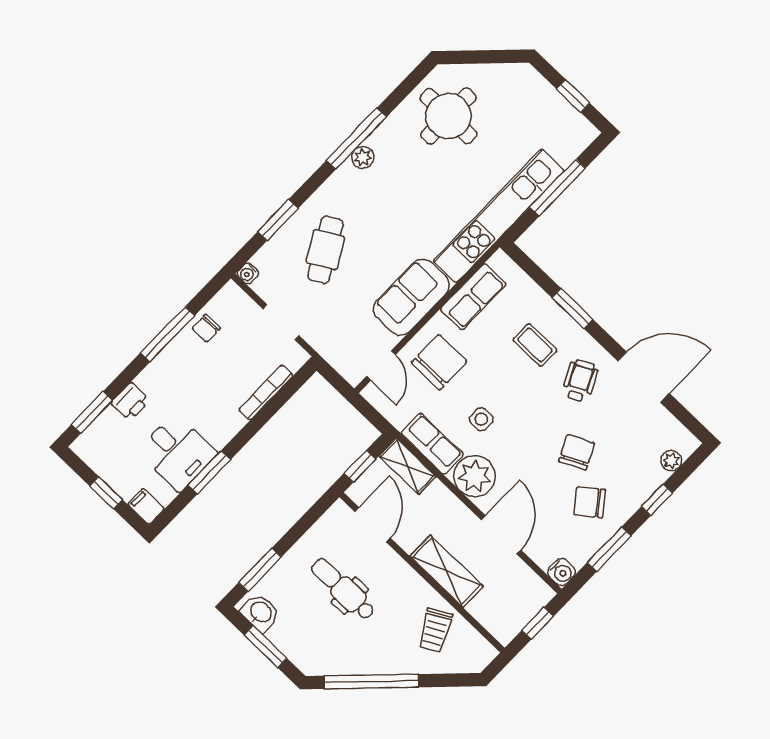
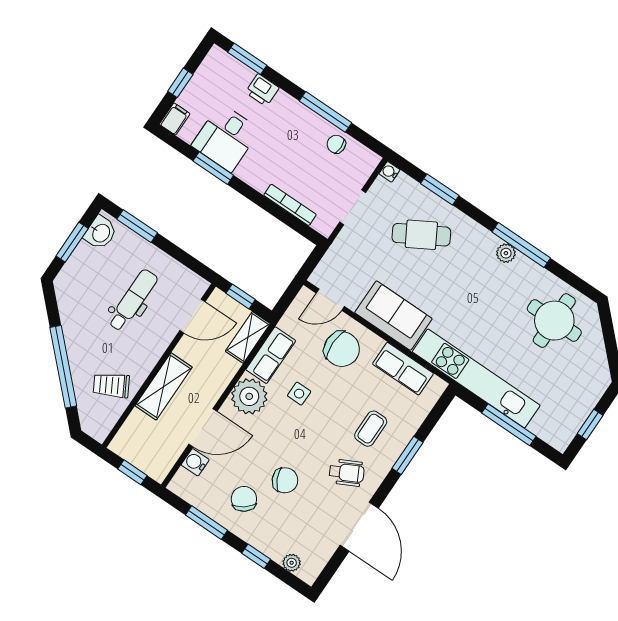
water cooler: (562, 572) -> (195, 462), moved, turned 90
window: (372, 682) -> (63, 367), moved

